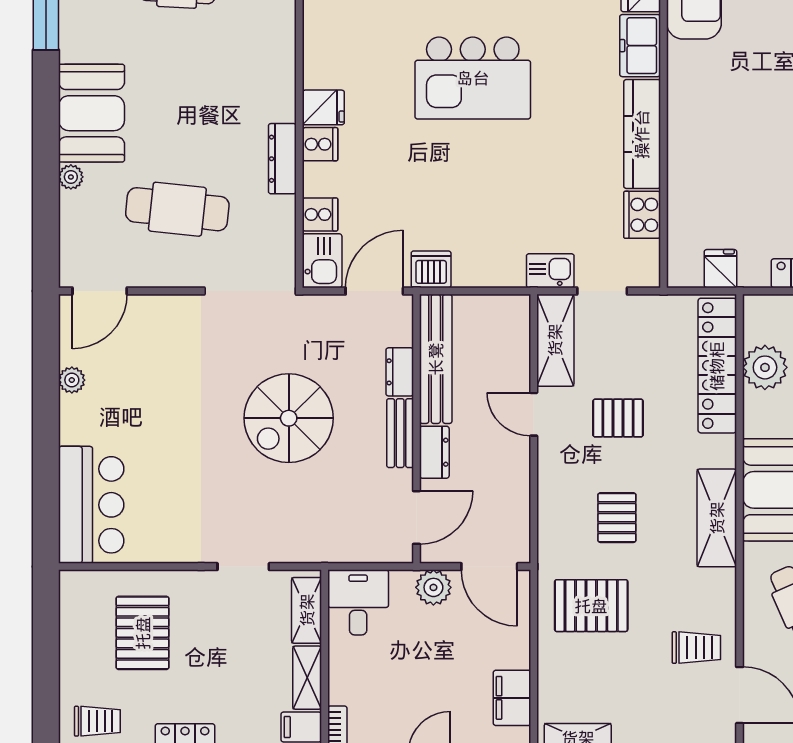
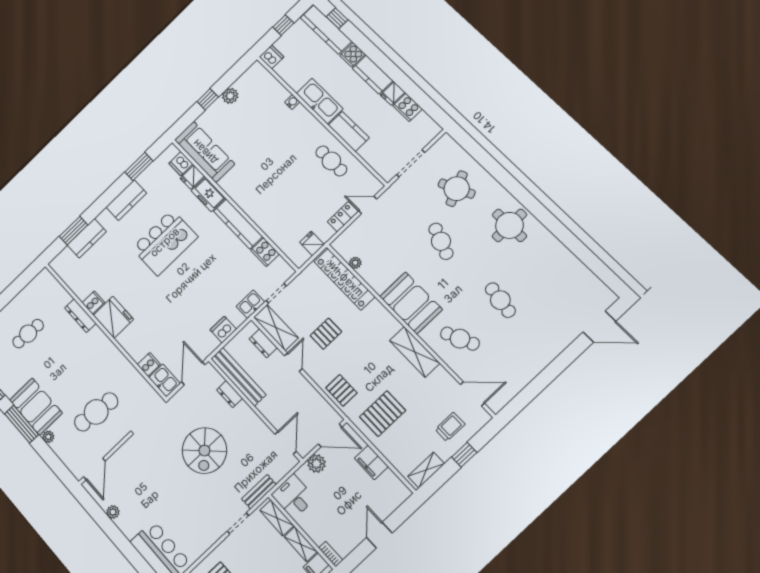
kitchen island: (473, 78) -> (165, 242), moved
fridge: (323, 107) -> (113, 317), width x1.88, depth x1.34
window: (46, 119) -> (22, 424), added
cooker: (320, 144) -> (93, 302), moved
dresser: (282, 159) -> (80, 316), moved
dishwasher: (431, 269) -> (223, 330), moved
plant: (765, 367) -> (355, 263), width x0.53, depth x0.53
door: (534, 414) -> (293, 362), swing flipped
bench: (400, 433) -> (259, 492), moved, turned 90
dresser: (434, 452) -> (263, 343), moved, turned 180
pallet: (617, 518) -> (341, 390), moved
shelving: (717, 518) -> (415, 352), moved
trolley: (696, 648) -> (450, 427), moved
filing cabinet: (512, 698) -> (371, 462), moved

